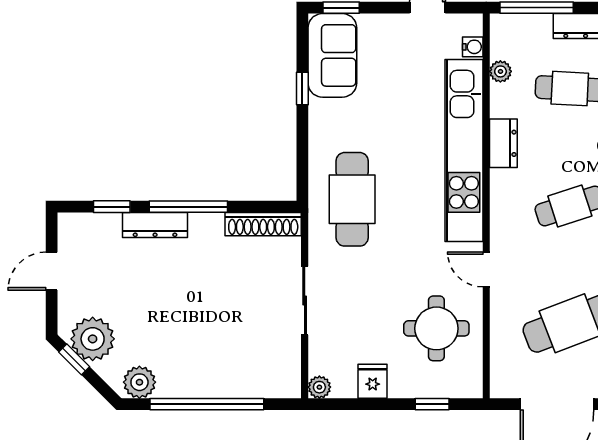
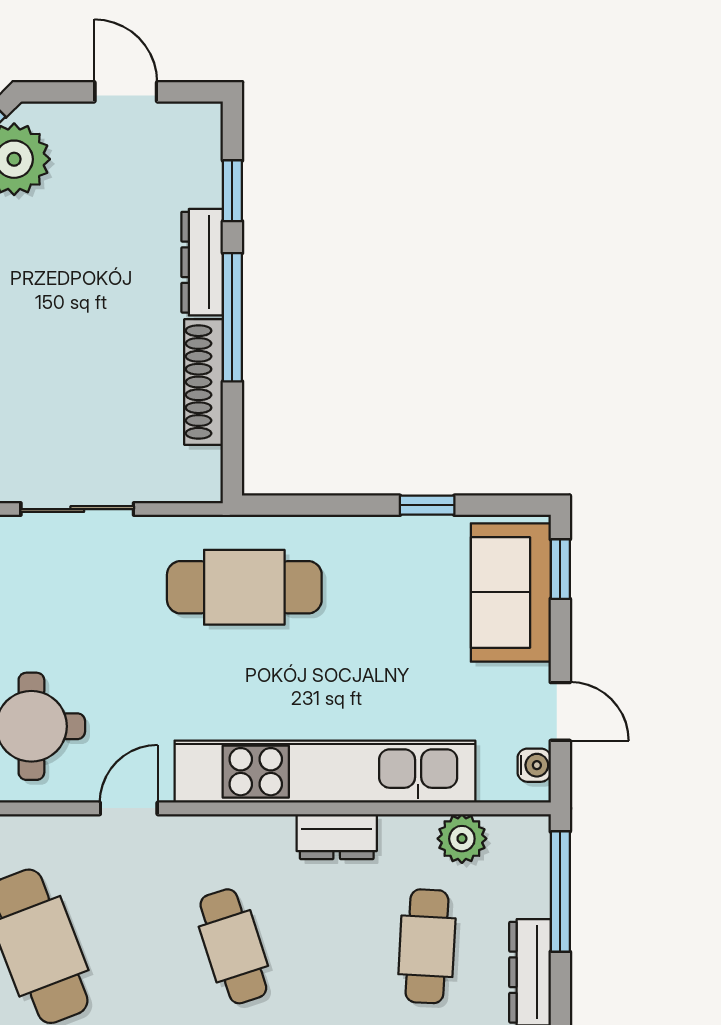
water cooler: (473, 47) -> (534, 765), moved, turned -90
sofa: (332, 55) -> (511, 592), moved, turned 90
plant: (500, 71) -> (462, 839), width x1.38, depth x1.38
shoe rack: (263, 224) -> (204, 382), moved

